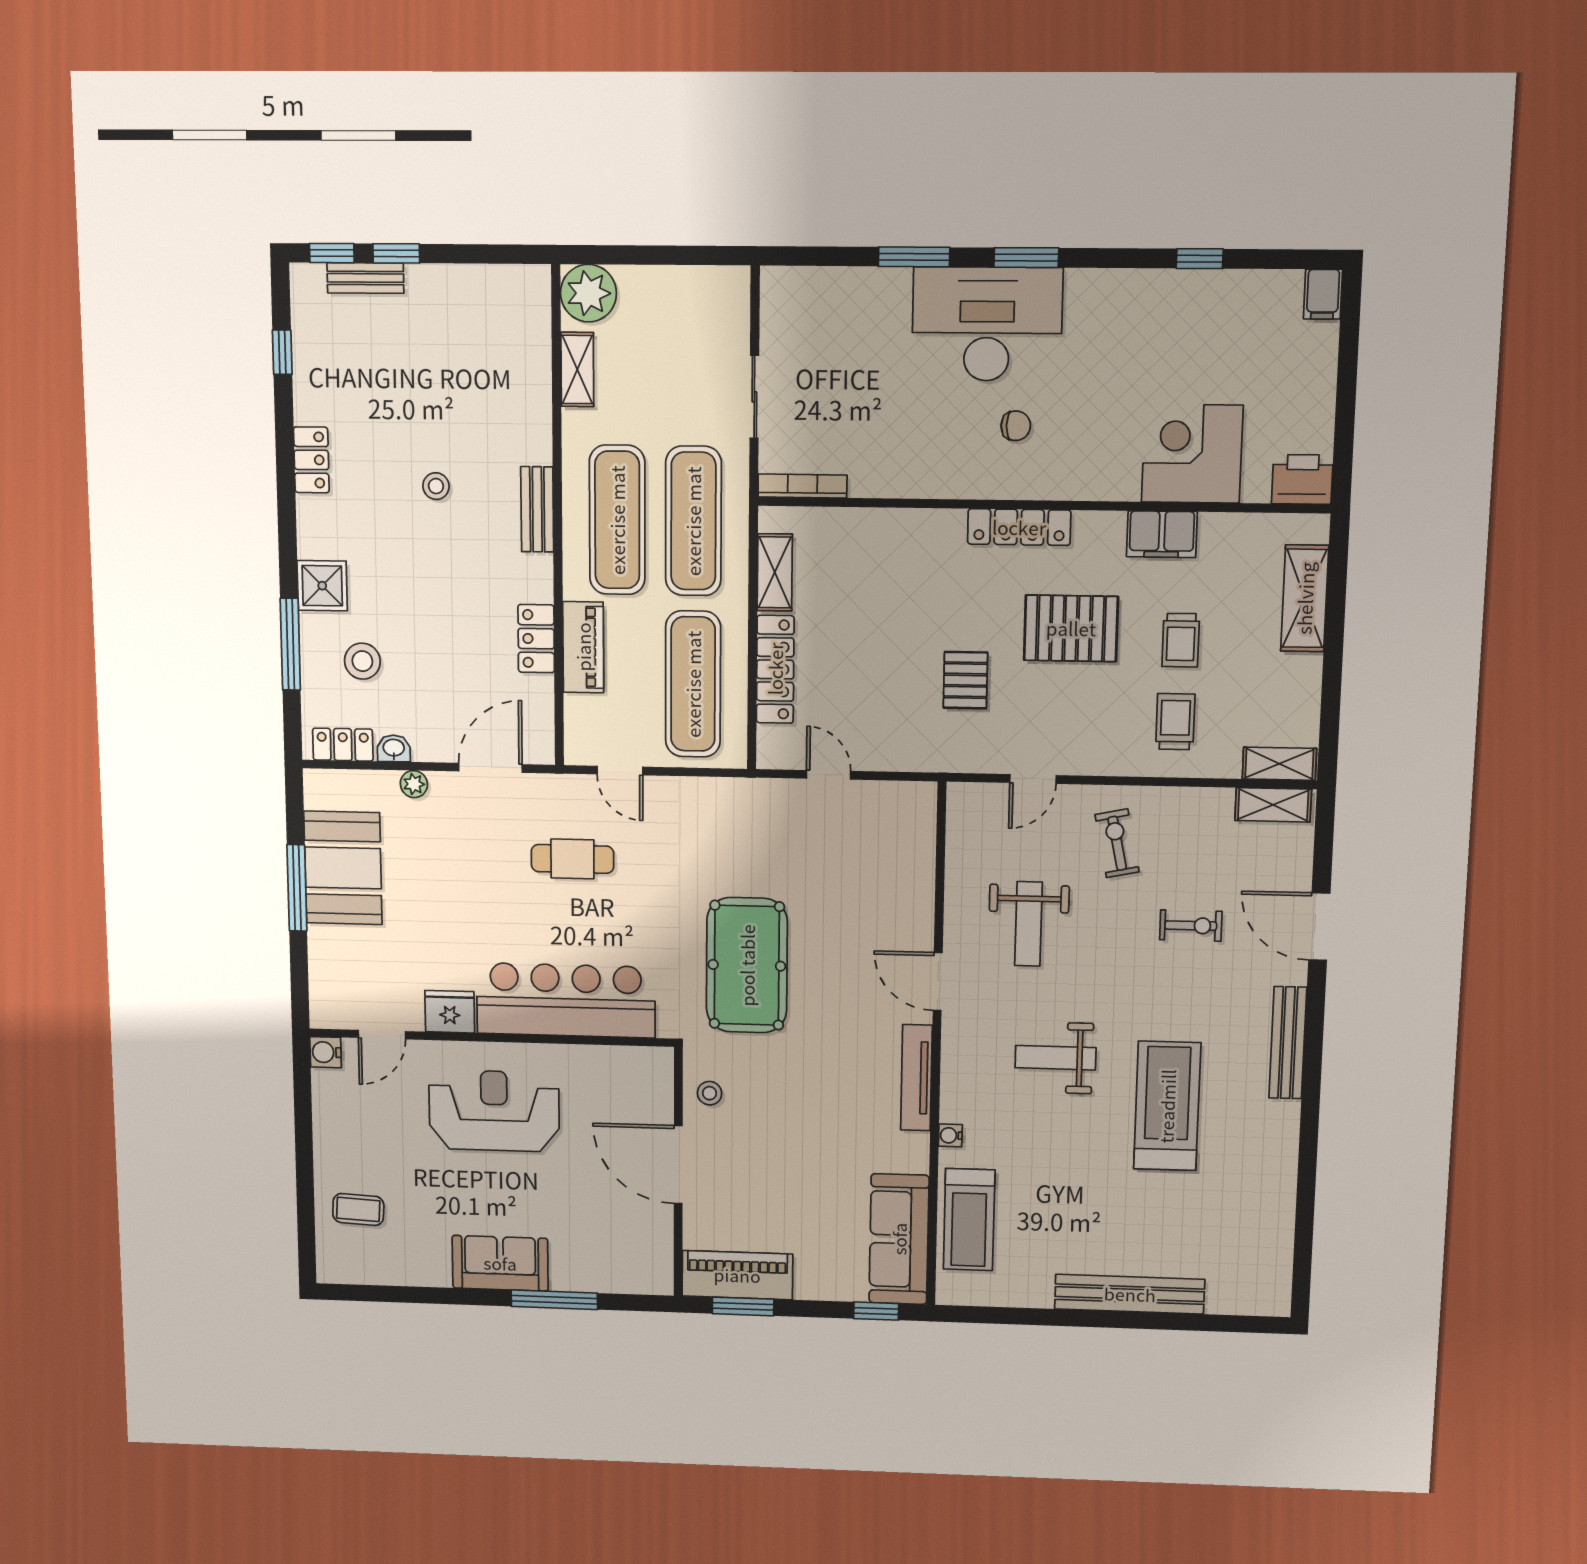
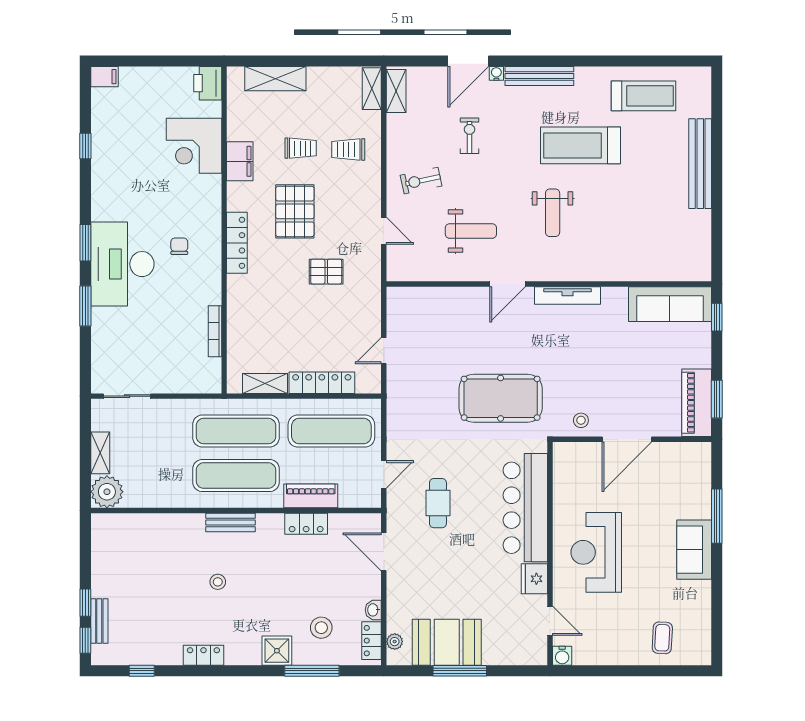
shelving: (577, 369) -> (100, 453), moved, turned 90
sliding door: (754, 397) -> (127, 396), moved
bookcase: (802, 486) -> (215, 331), moved
plant: (414, 784) -> (395, 642), moved
water cooler: (950, 1135) -> (496, 73), moved, turned 180
treadmill: (969, 1220) -> (644, 96), moved

